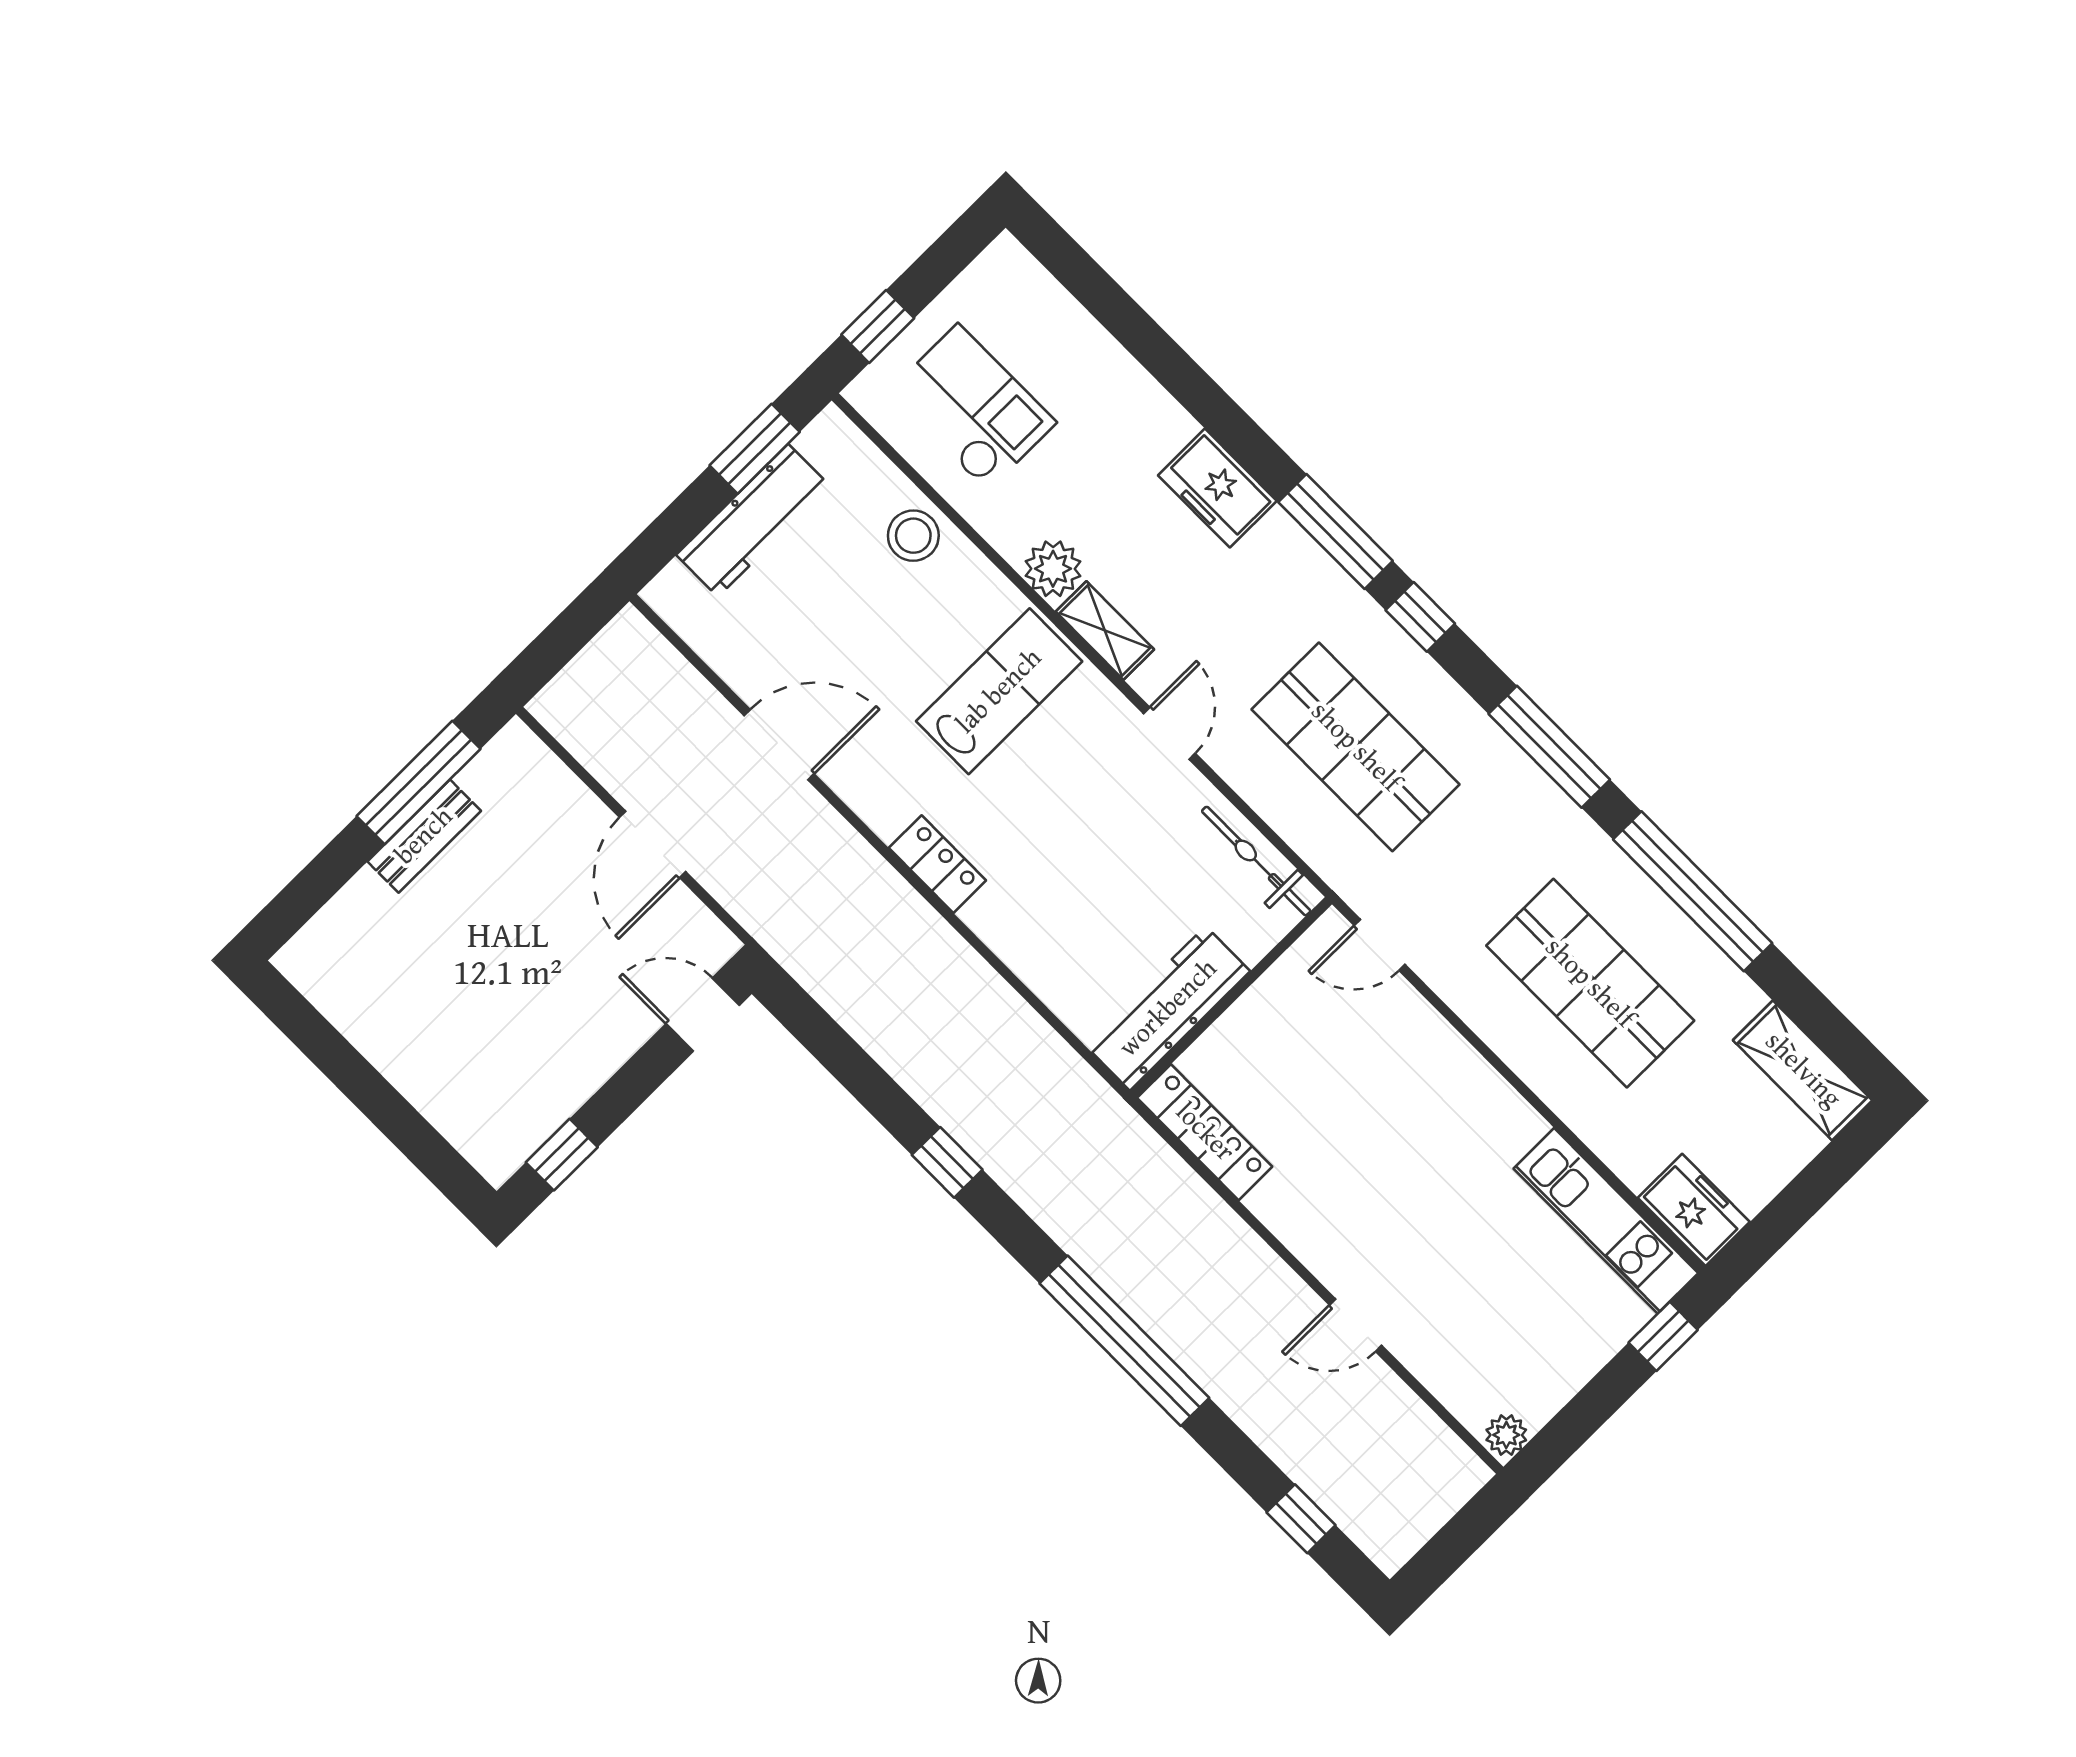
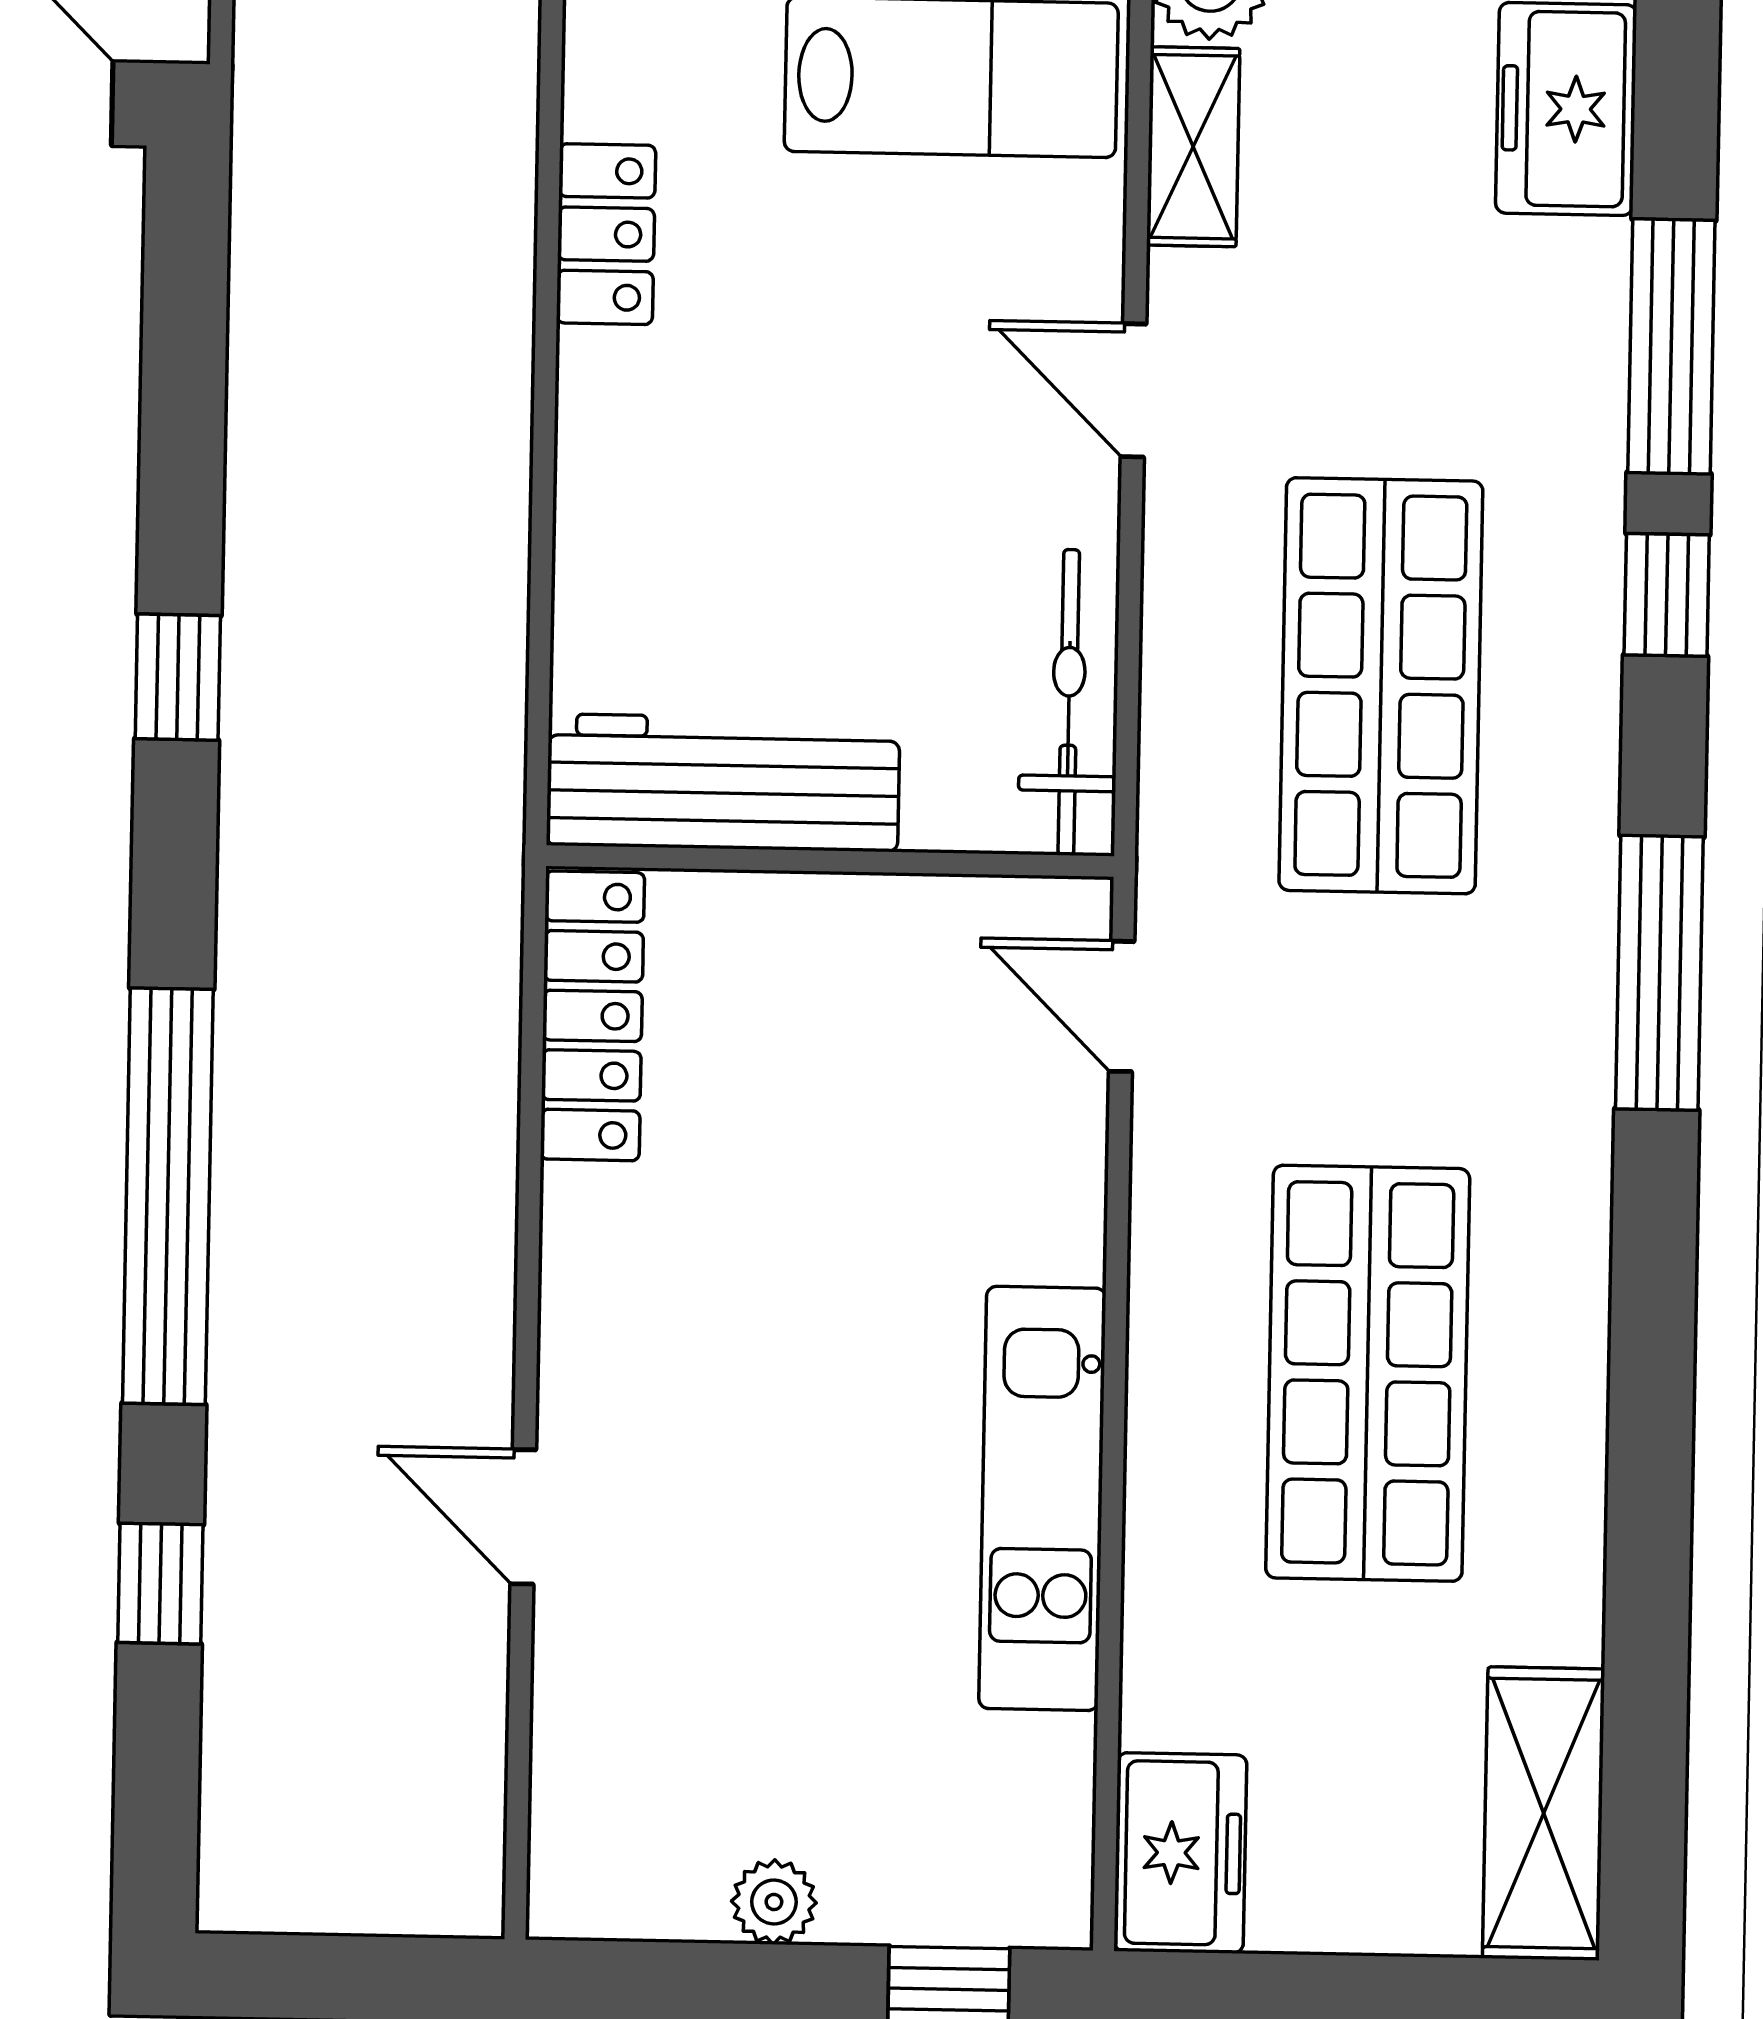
door: (1169, 733) -> (1133, 390), swing flipped
window: (1693, 891) -> (1651, 1393), removed
kitchen unit: (1606, 1221) -> (1042, 1498), moved
plant: (1506, 1435) -> (774, 1902), moved
window: (1301, 1519) -> (160, 1584), moved

